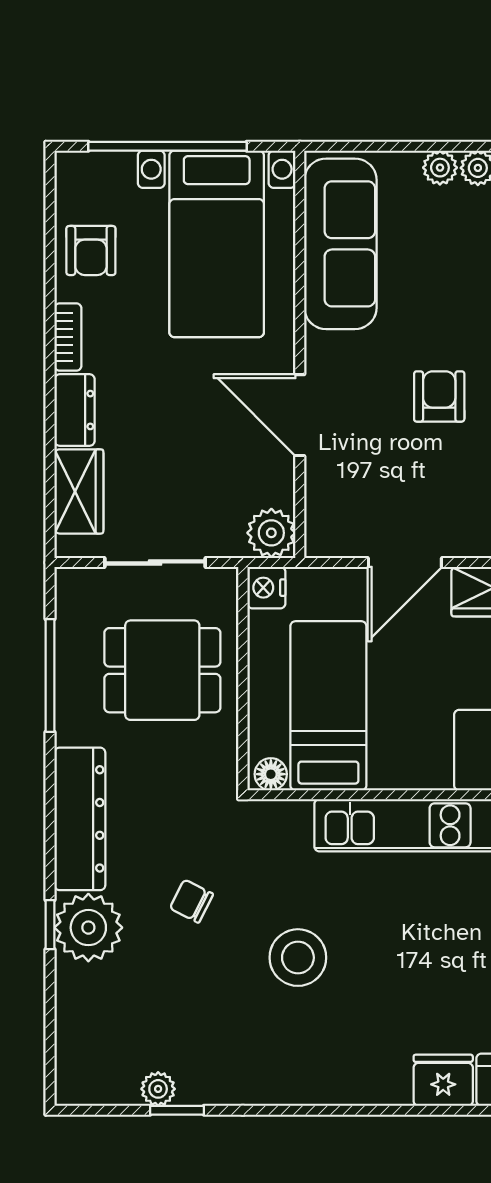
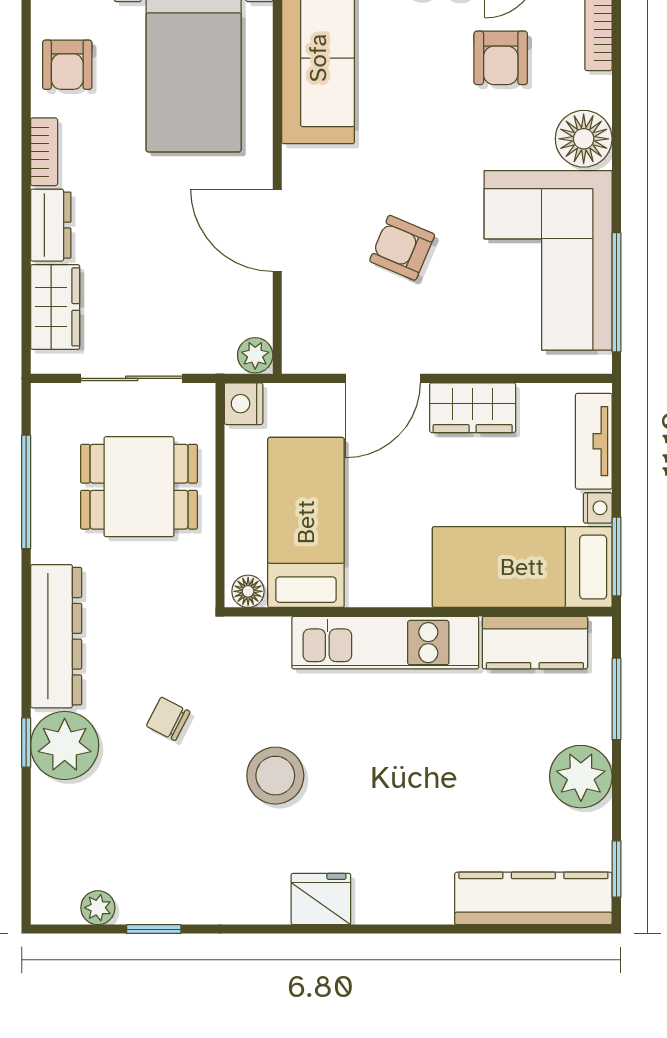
armchair: (439, 396) -> (402, 248), moved, turned -67
plant: (271, 533) -> (255, 355), width x0.73, depth x0.73
fridge: (443, 1080) -> (321, 899), moved
plant: (158, 1089) -> (98, 908), moved

